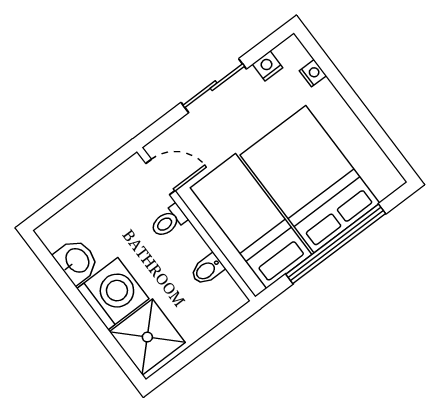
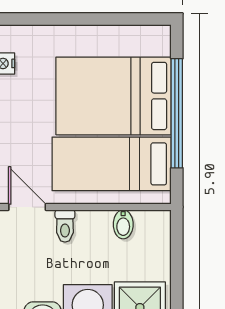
nightstand: (313, 73) -> (36, 34), removed
door: (160, 177) -> (27, 207), hinge flipped

